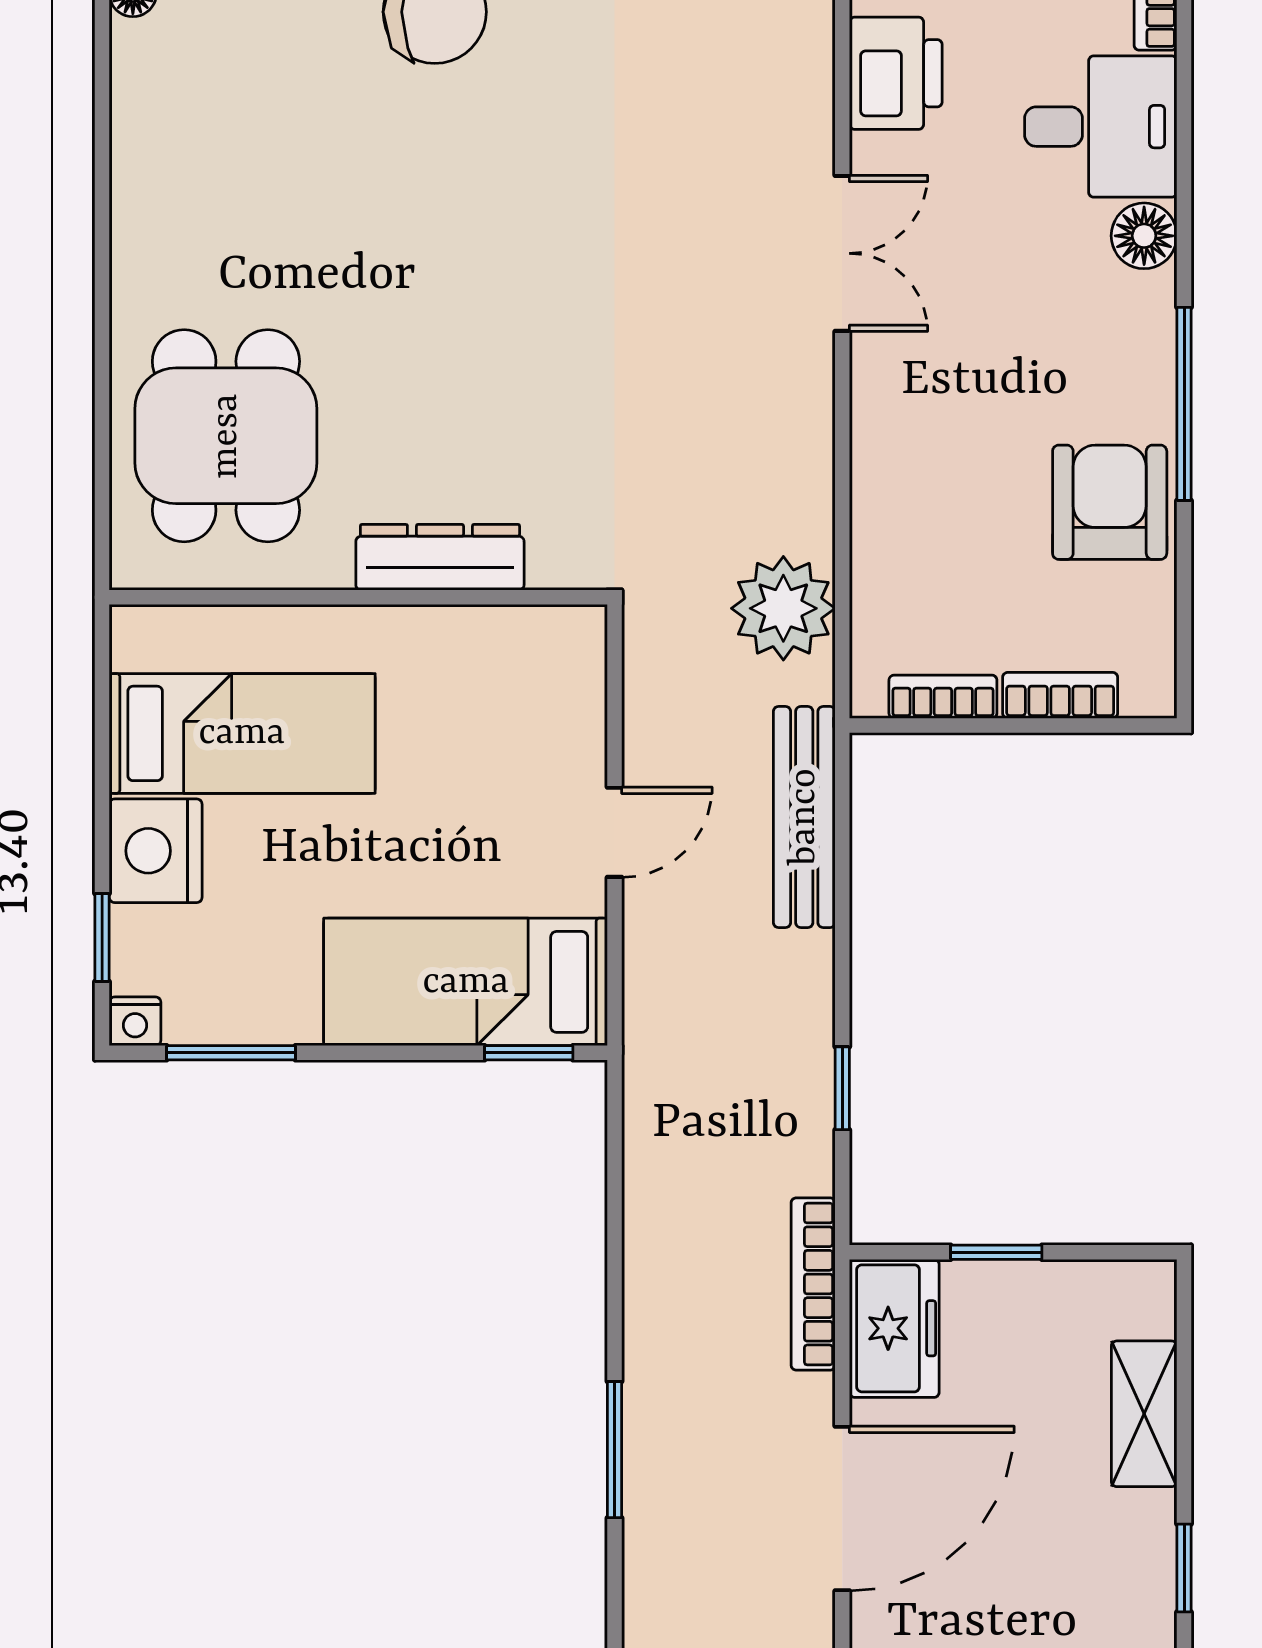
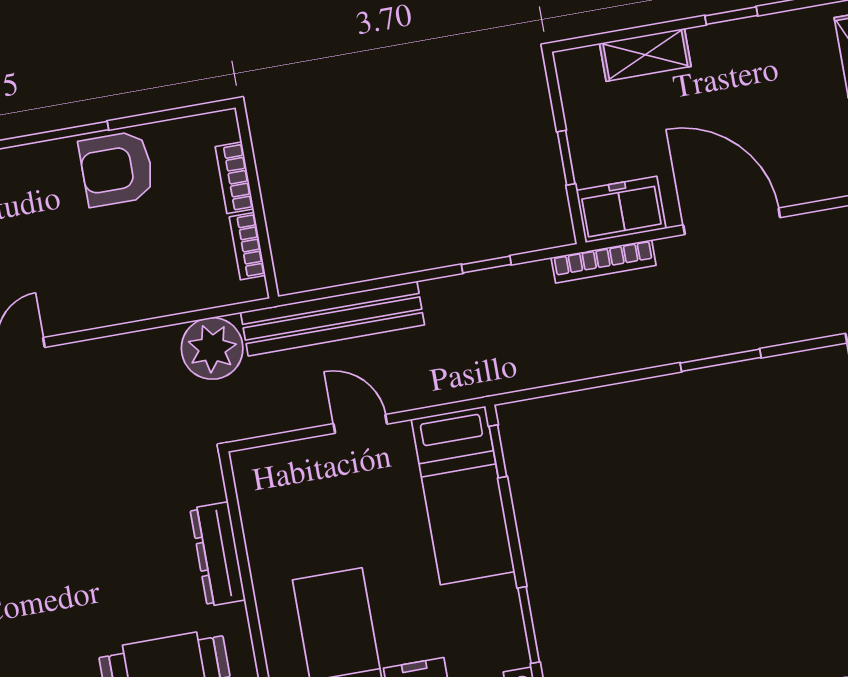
bench: (804, 817) -> (333, 319), width x1.37, depth x1.21

